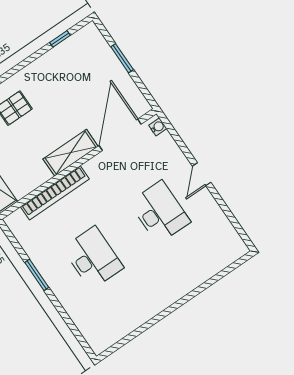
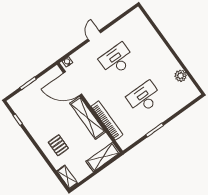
shelving: (71, 153) -> (88, 118), width x1.47
door: (202, 174) -> (94, 36), swing flipped
plant: (129, 322) -> (181, 76), added

